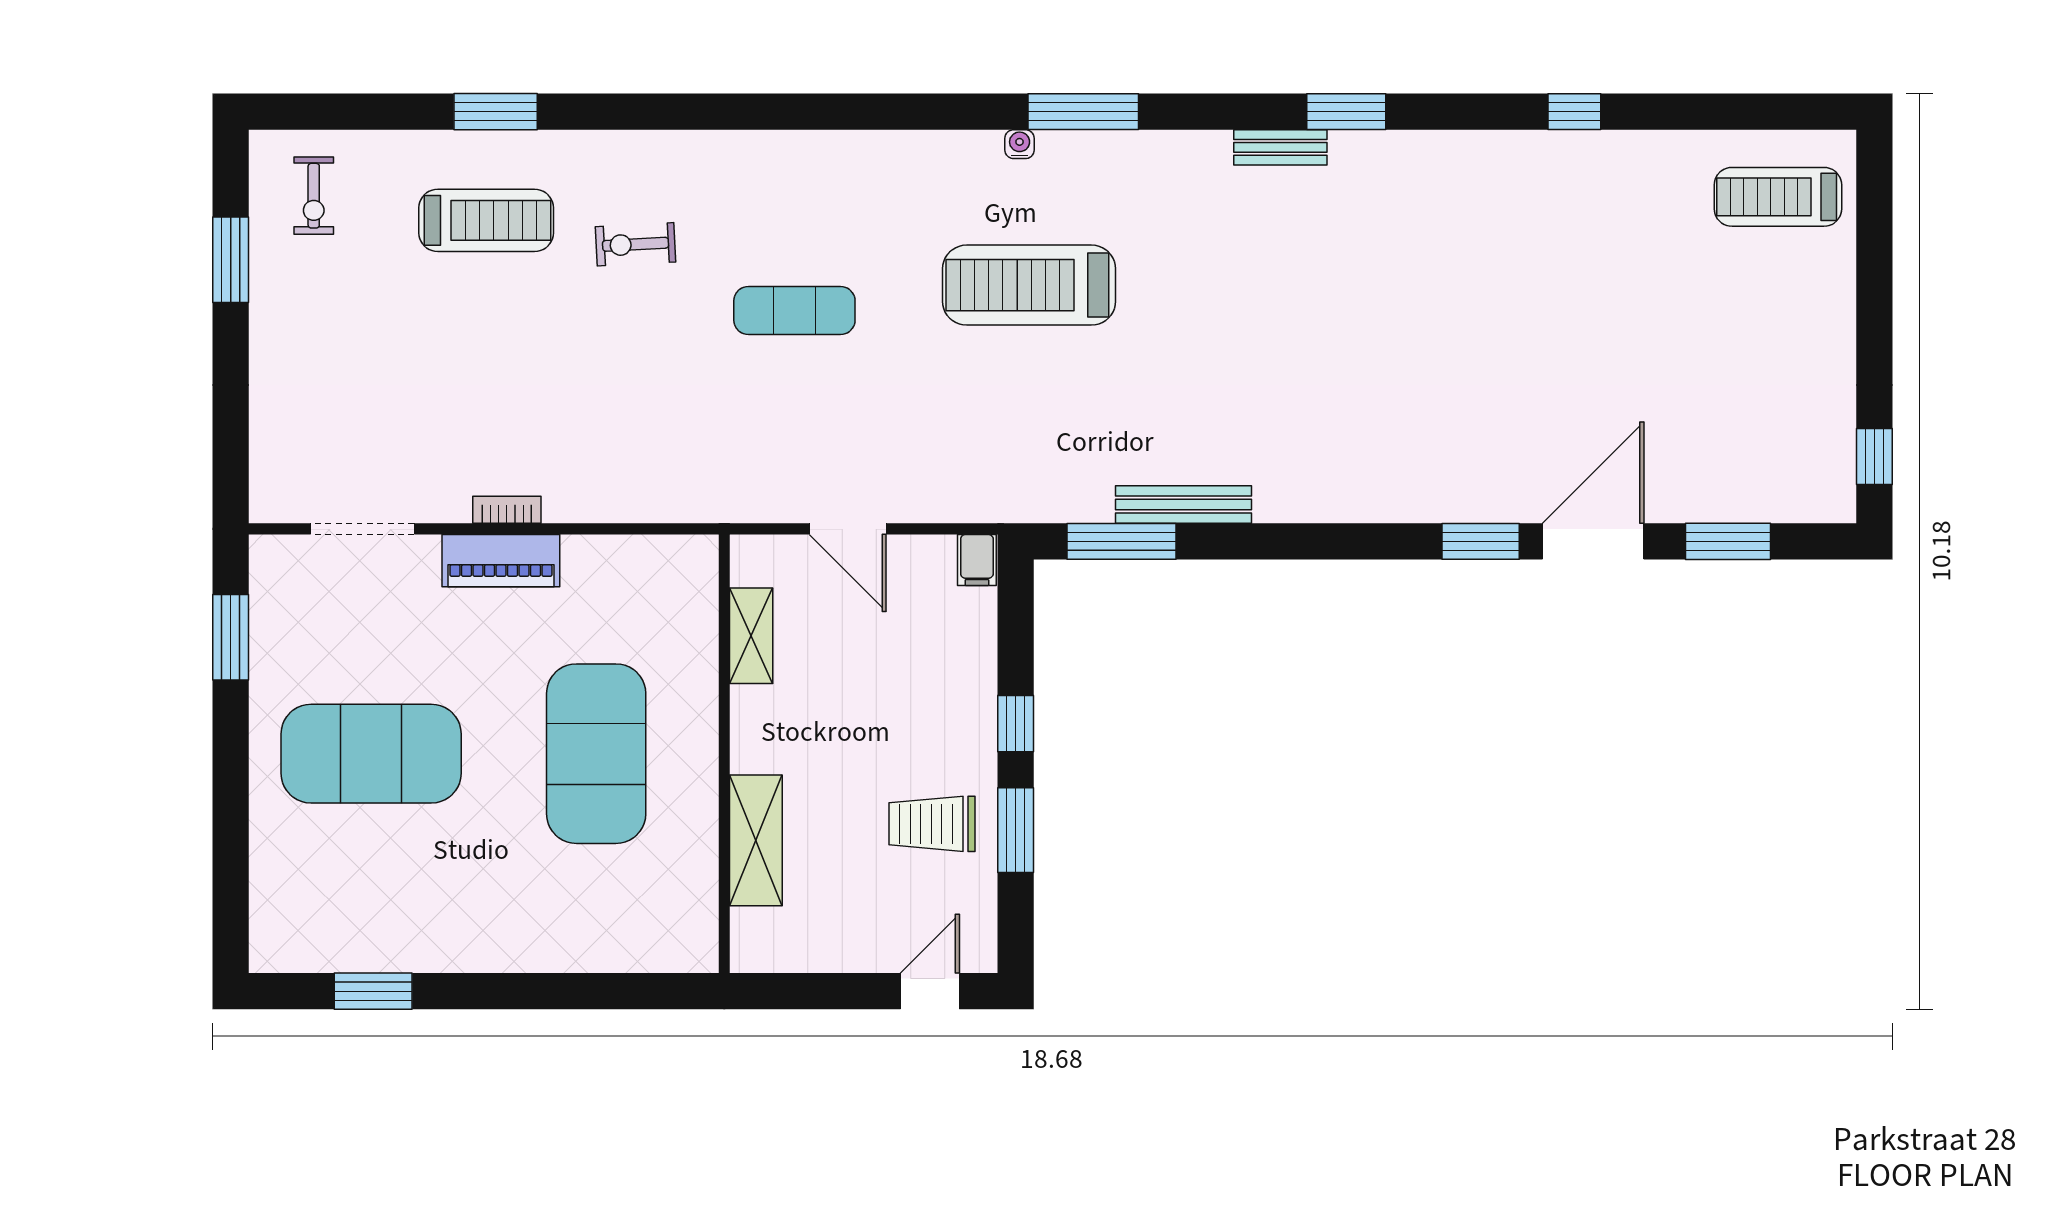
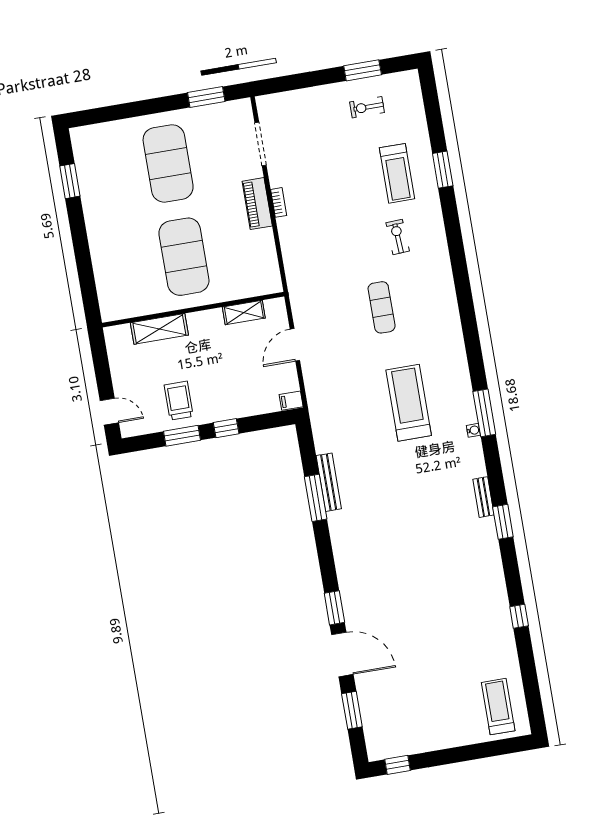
water cooler: (1020, 144) -> (473, 430), moved
exercise bike: (314, 196) -> (367, 107), moved
window: (1122, 541) -> (316, 498), moved
exercise mat: (596, 754) -> (184, 257), turned 90

